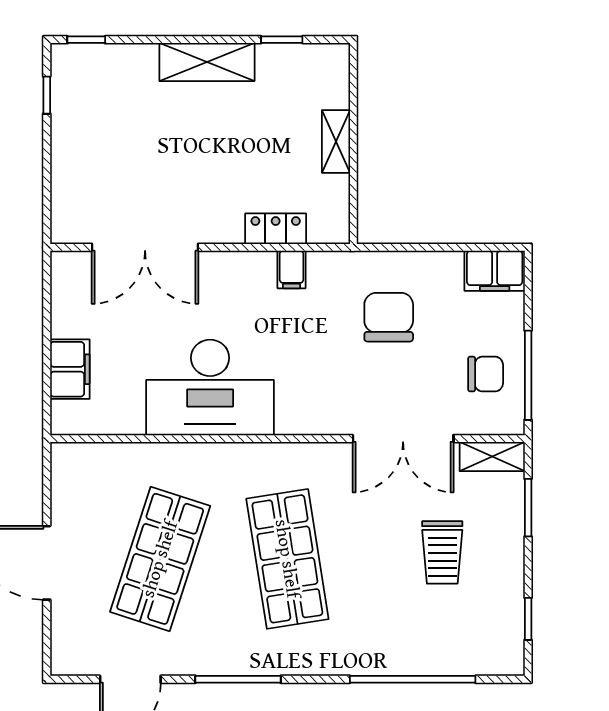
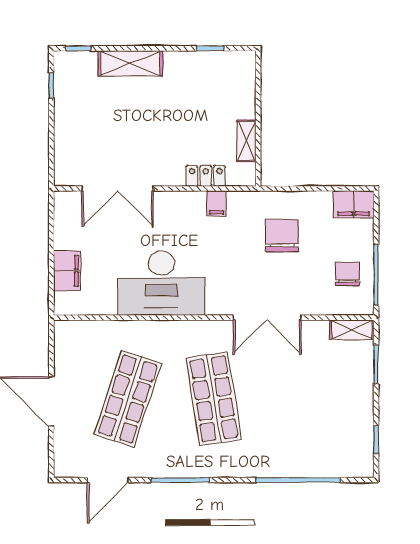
shelving: (207, 62) -> (130, 63), moved
shelving: (336, 141) -> (246, 141), moved
chair: (486, 374) -> (347, 274), turned -90
double door: (403, 439) -> (267, 318), moved
trolley: (442, 552) -> (318, 394), removed

